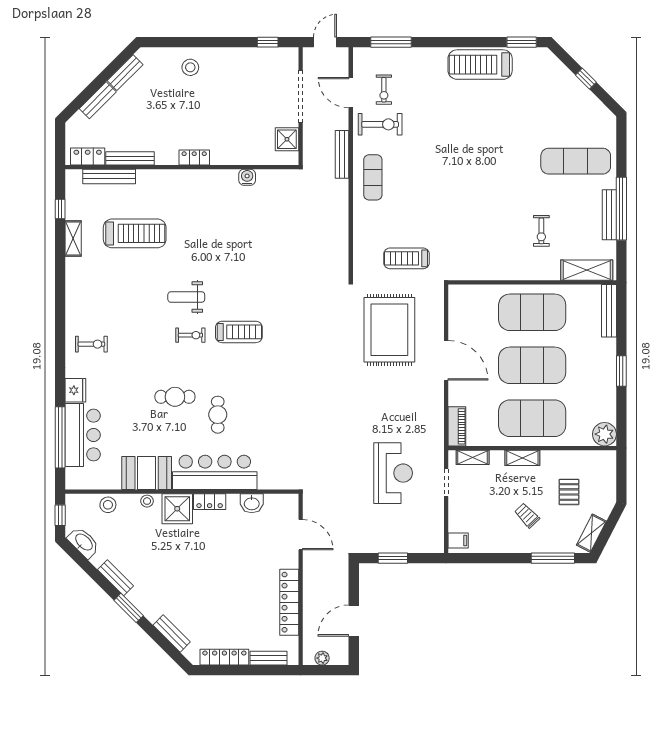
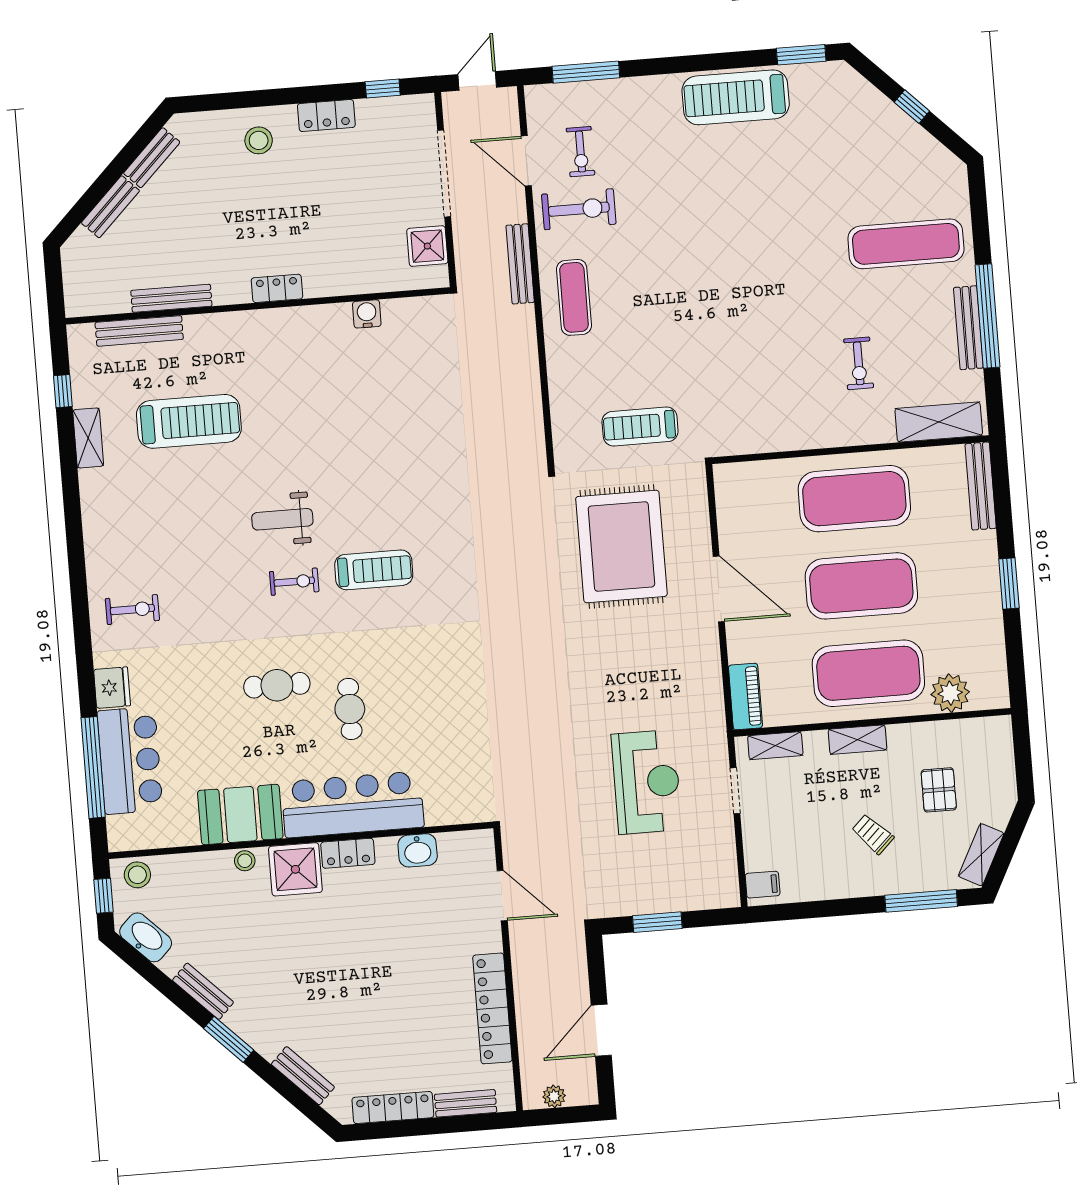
locker: (88, 157) -> (326, 115), moved, turned 180
plant: (604, 434) -> (950, 693), moved
stool: (108, 505) -> (137, 875), moved

